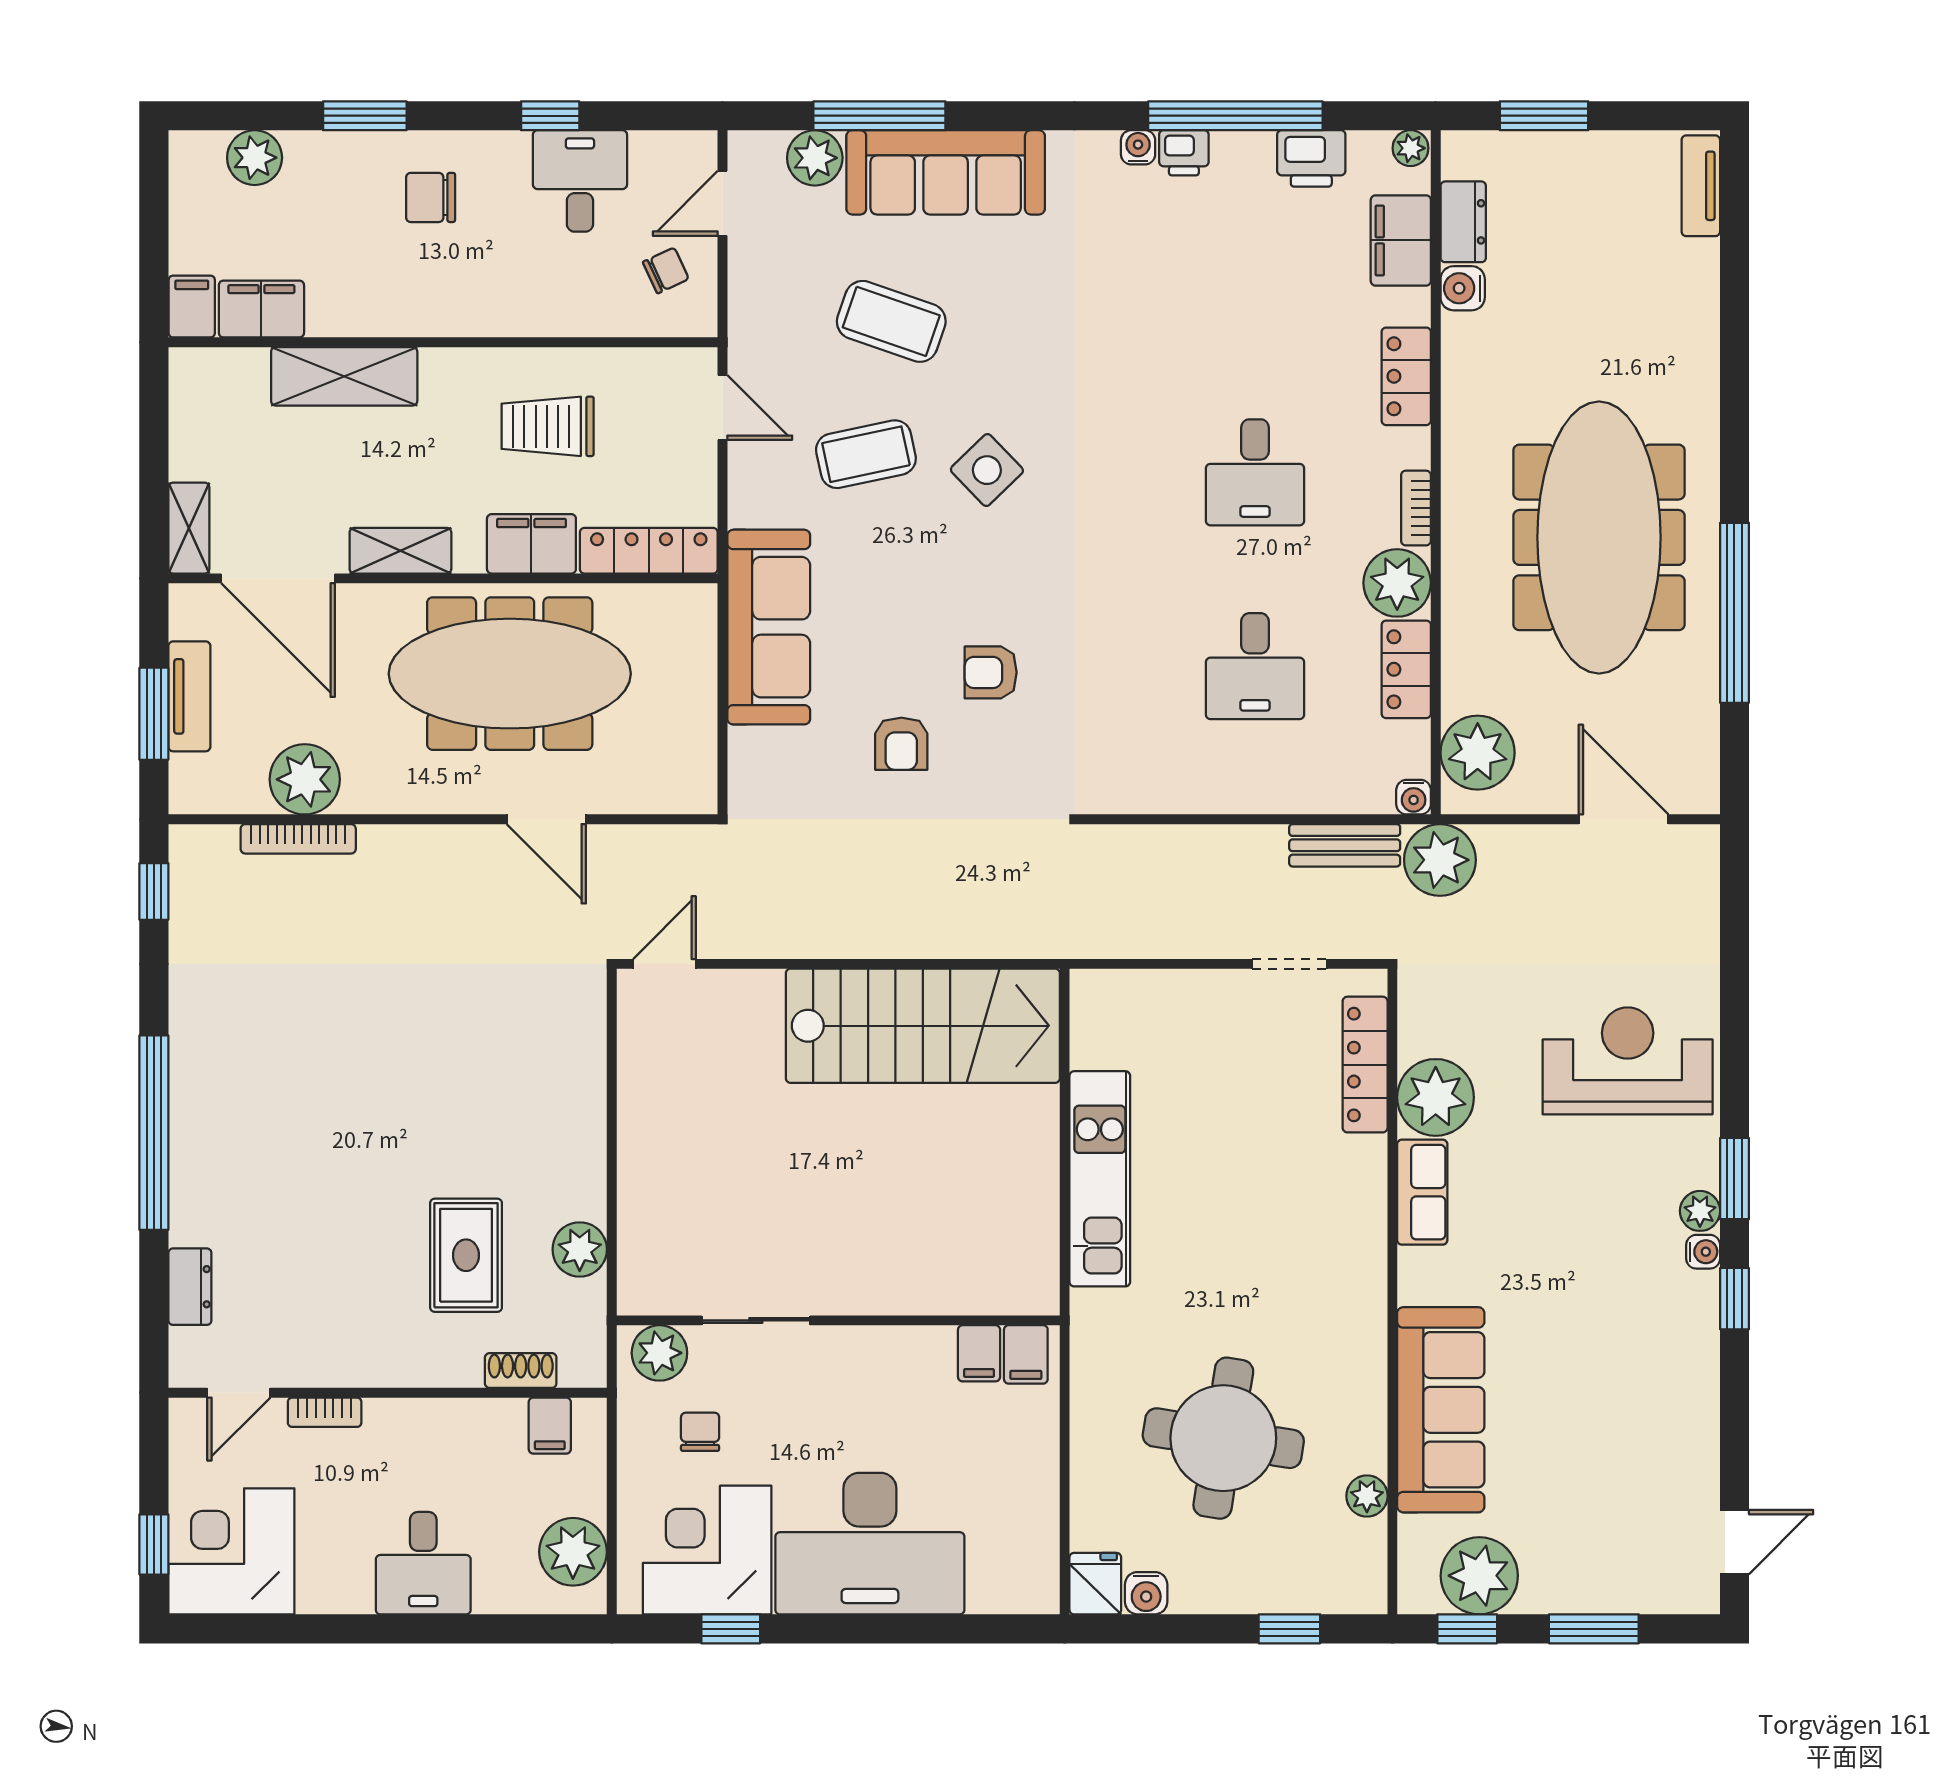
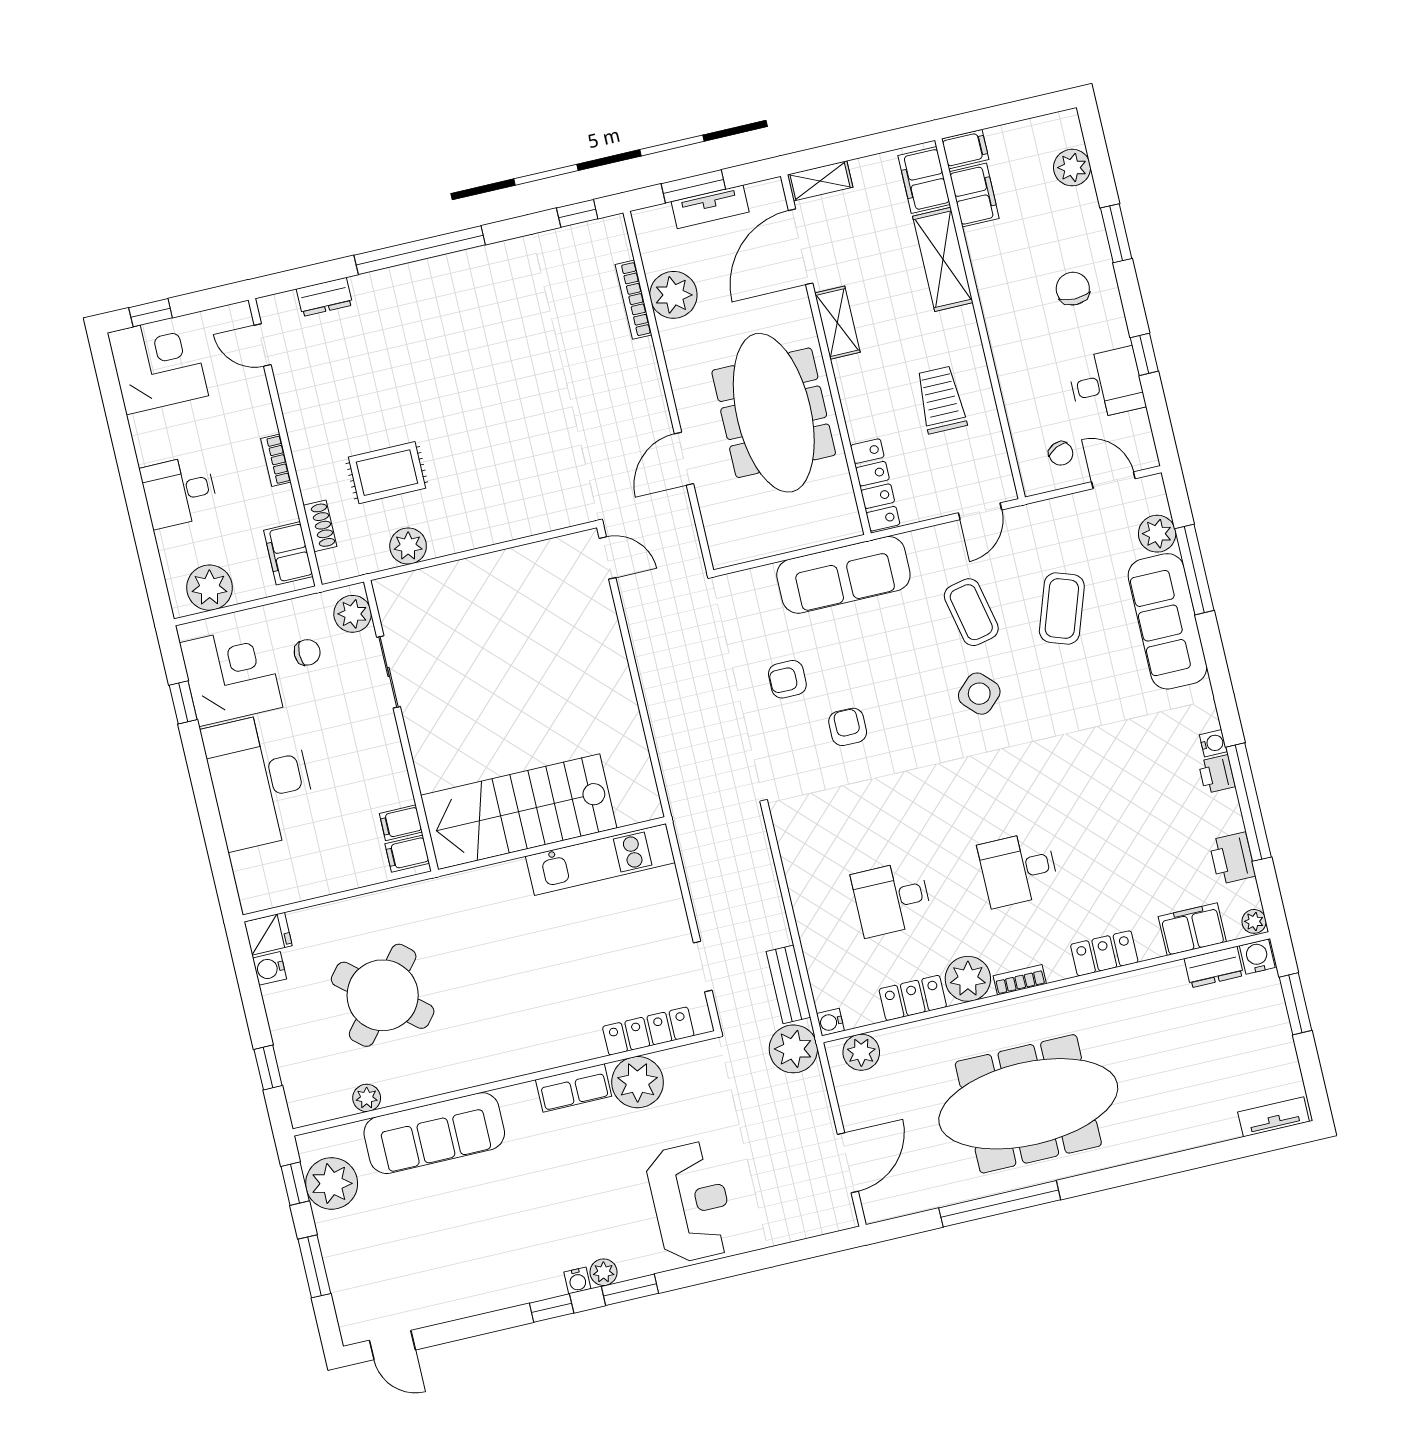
water cooler: (1463, 288) -> (1257, 957), moved
filing cabinet: (531, 544) -> (924, 180), moved, turned 180
plant: (1478, 753) -> (861, 1052), width x0.73, depth x0.73
stairs: (923, 1026) -> (519, 812), moved, turned 90
kitchen unit: (1100, 1179) -> (600, 860), moved
bookcase: (325, 1412) -> (276, 460), moved
filing cabinet: (550, 1426) -> (288, 553), width x2.00
round table: (1223, 1438) -> (383, 995), turned 31

